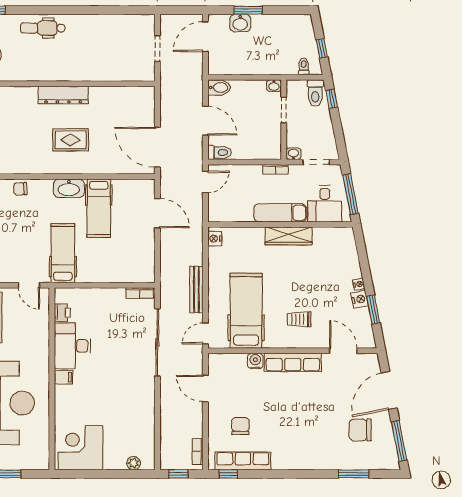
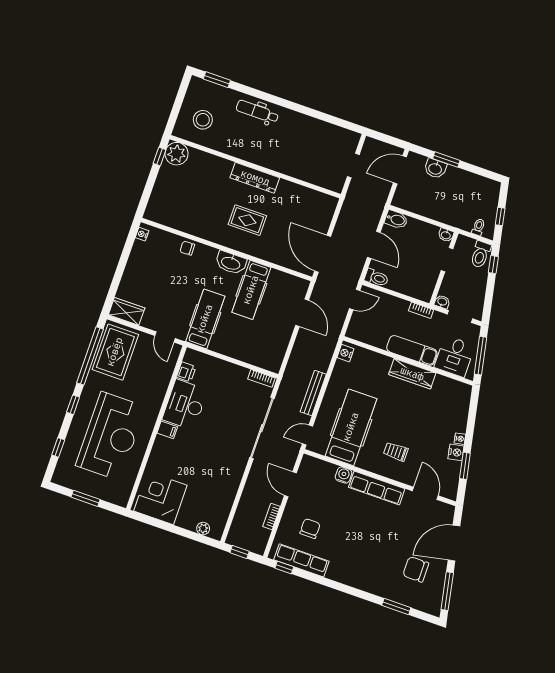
bookcase: (198, 452) -> (272, 516), moved

